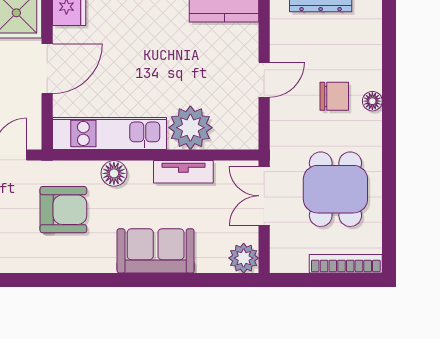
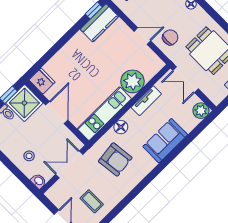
door: (264, 80) -> (142, 36), hinge flipped
chair: (334, 96) -> (170, 37), moved
armchair: (63, 210) -> (115, 159), turned 83

